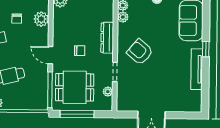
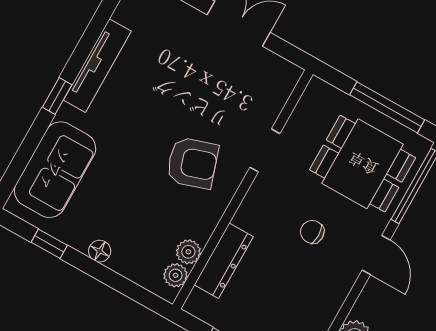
dresser: (107, 38) -> (224, 261), moved
armchair: (140, 52) -> (192, 163), turned -58
plant: (108, 92) -> (301, 119), removed

